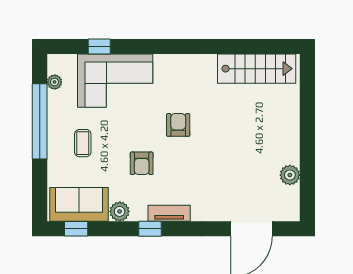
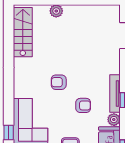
plant: (290, 175) -> (56, 11), moved
tv unit: (169, 213) -> (115, 93), width x1.41

